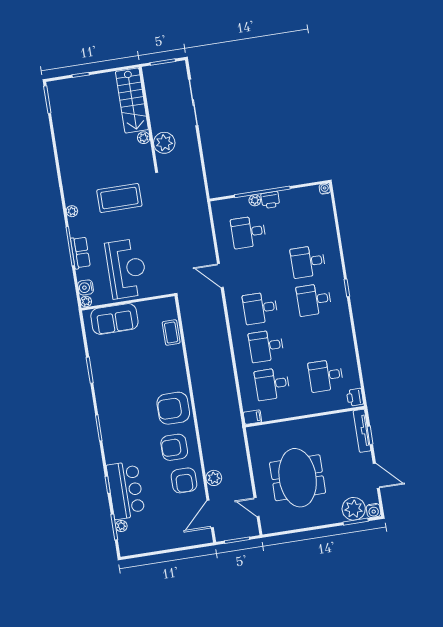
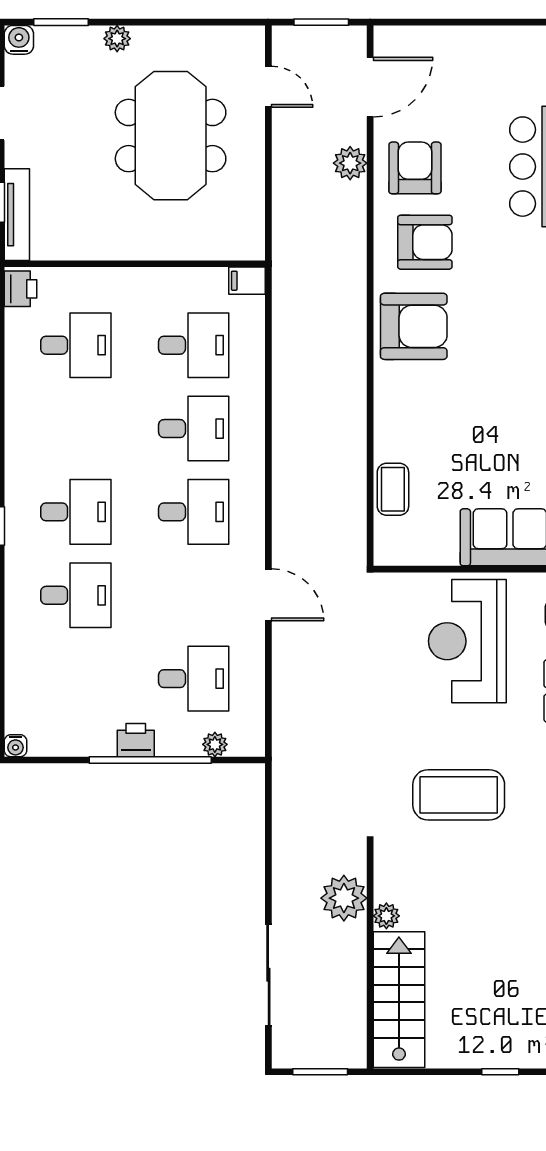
plant: (255, 200) -> (215, 744), moved
plant: (354, 509) -> (117, 39), moved, width x0.53, depth x0.53

